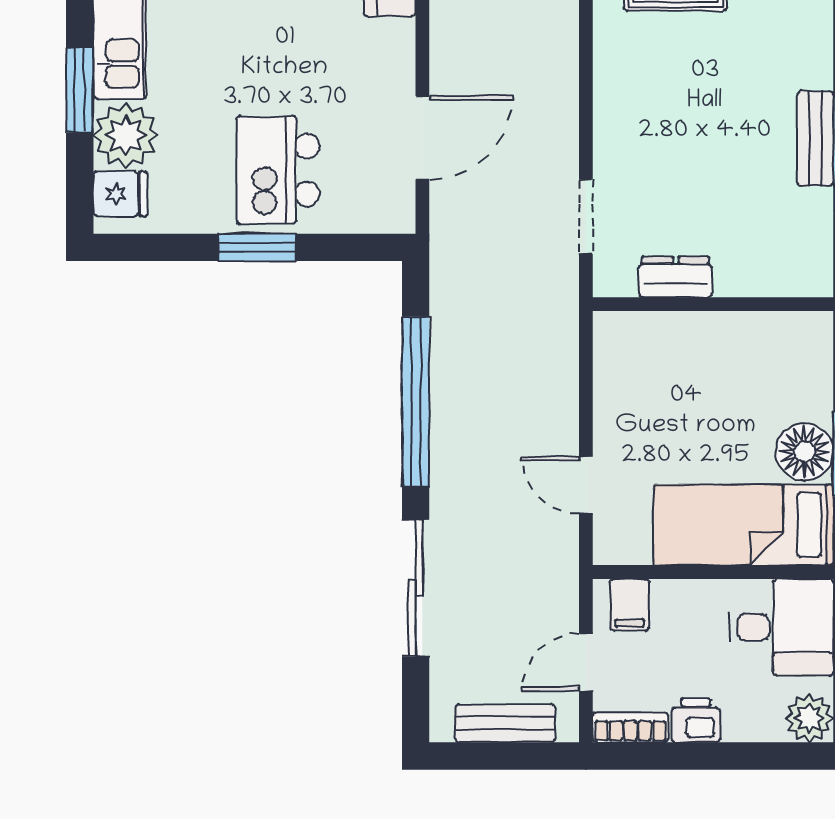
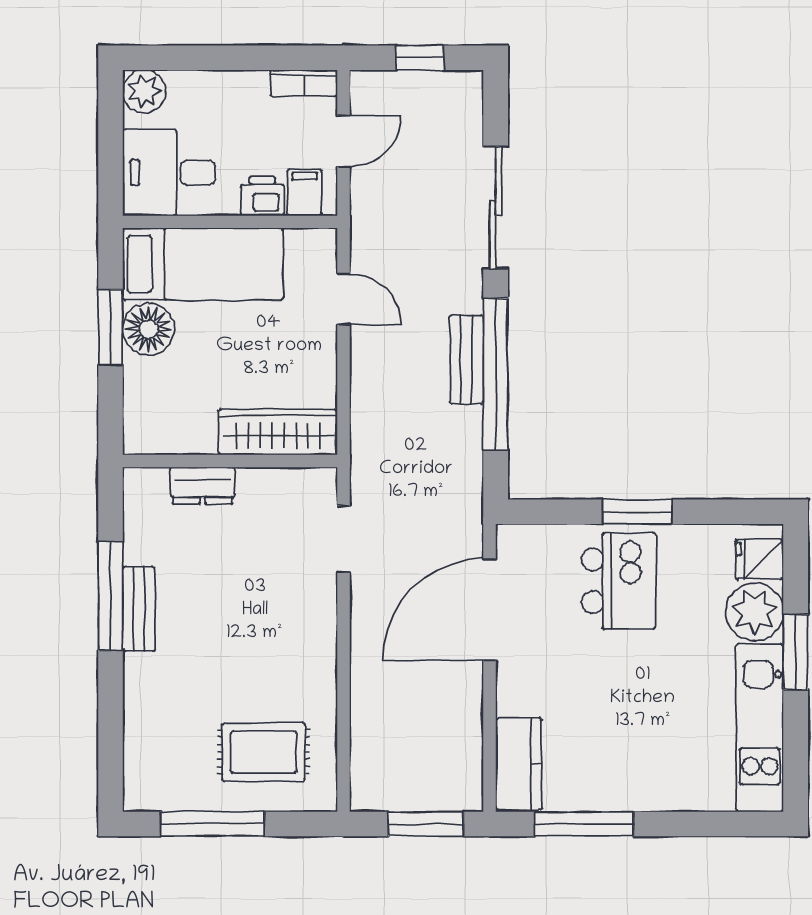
door: (422, 138) -> (490, 610), width x1.36
dresser: (676, 277) -> (203, 485), moved
wardrobe: (659, 337) -> (278, 432), added
printer: (696, 720) -> (262, 196), moved, turned 180
bench: (505, 723) -> (466, 360), moved, turned 90
window: (501, 756) -> (420, 58), added

